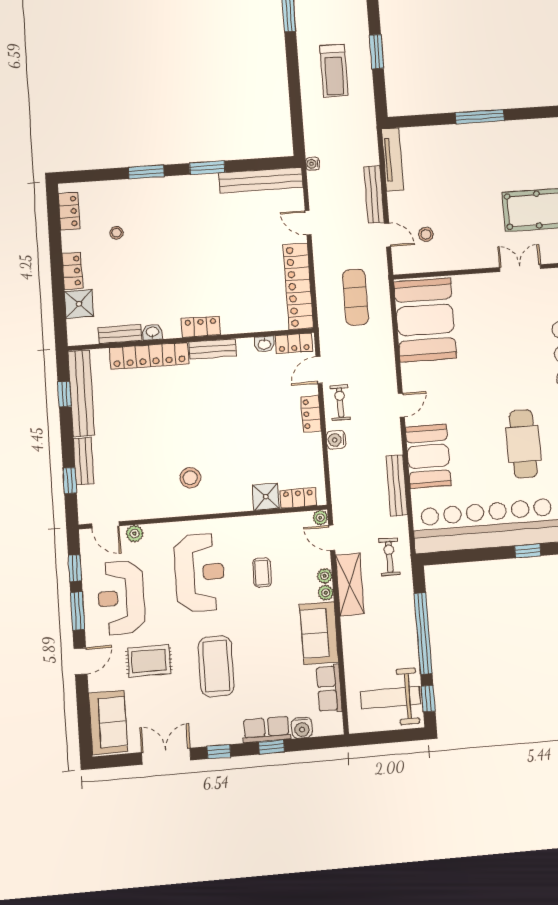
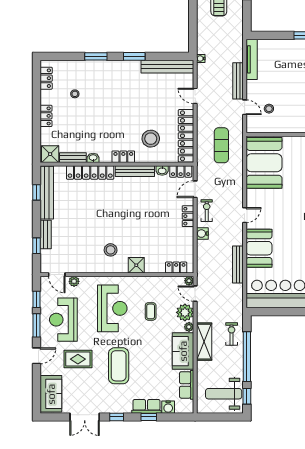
stool: (243, 295) -> (151, 139), added
shower: (79, 304) -> (50, 154), moved
bench: (213, 349) -> (135, 171), width x1.36
shower: (266, 497) -> (136, 265), moved
exercise bike: (389, 557) -> (232, 334), moved
plant: (325, 576) -> (185, 312), width x1.88, depth x1.88
shelving: (350, 585) -> (204, 342), moved
double door: (166, 756) -> (85, 417), swing flipped

